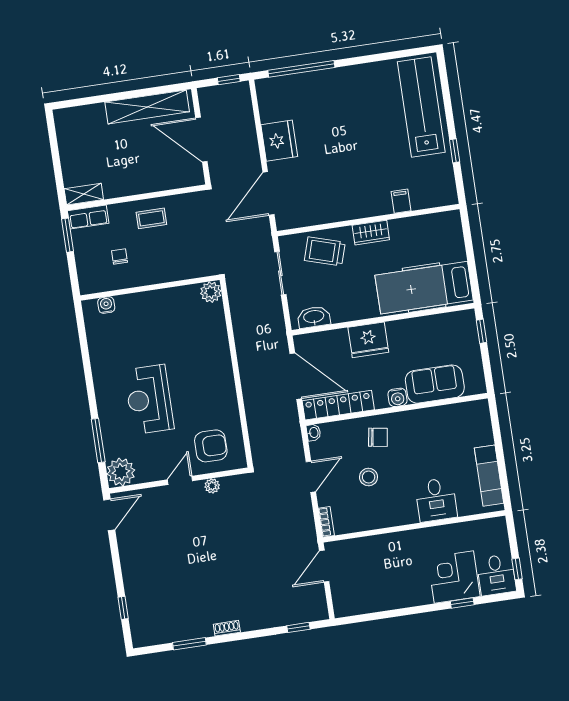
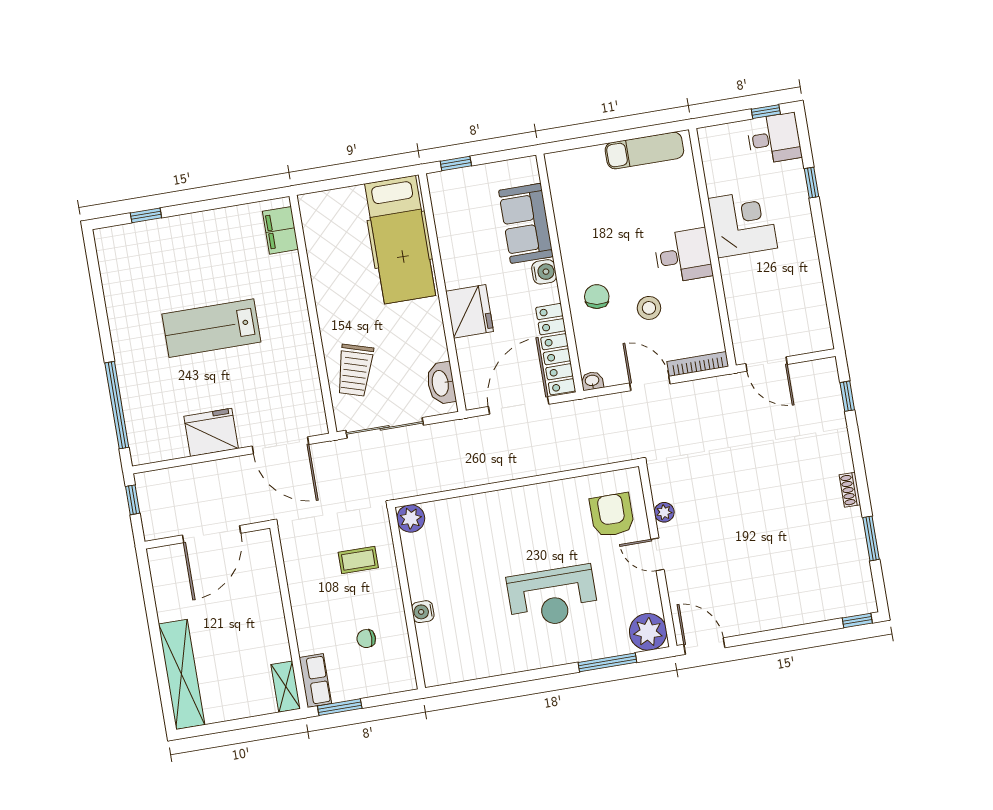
shelving: (147, 107) -> (182, 674), moved
lab bench: (421, 107) -> (211, 328), moved, width x0.73
window: (455, 151) -> (146, 215), moved
filing cabinet: (401, 201) -> (281, 230), moved, width x2.00
coffee table: (151, 218) -> (358, 560), moved, turned 90
wardrobe: (371, 233) -> (329, 310), removed
sliding door: (280, 273) -> (385, 428), width x1.37
water cooler: (106, 305) -> (423, 612), moved
desk: (436, 500) -> (683, 256), moved
bookcase: (326, 522) -> (698, 364), width x1.56
corner desk: (454, 577) -> (743, 223), moved, turned 180
window: (123, 608) -> (857, 620), moved

